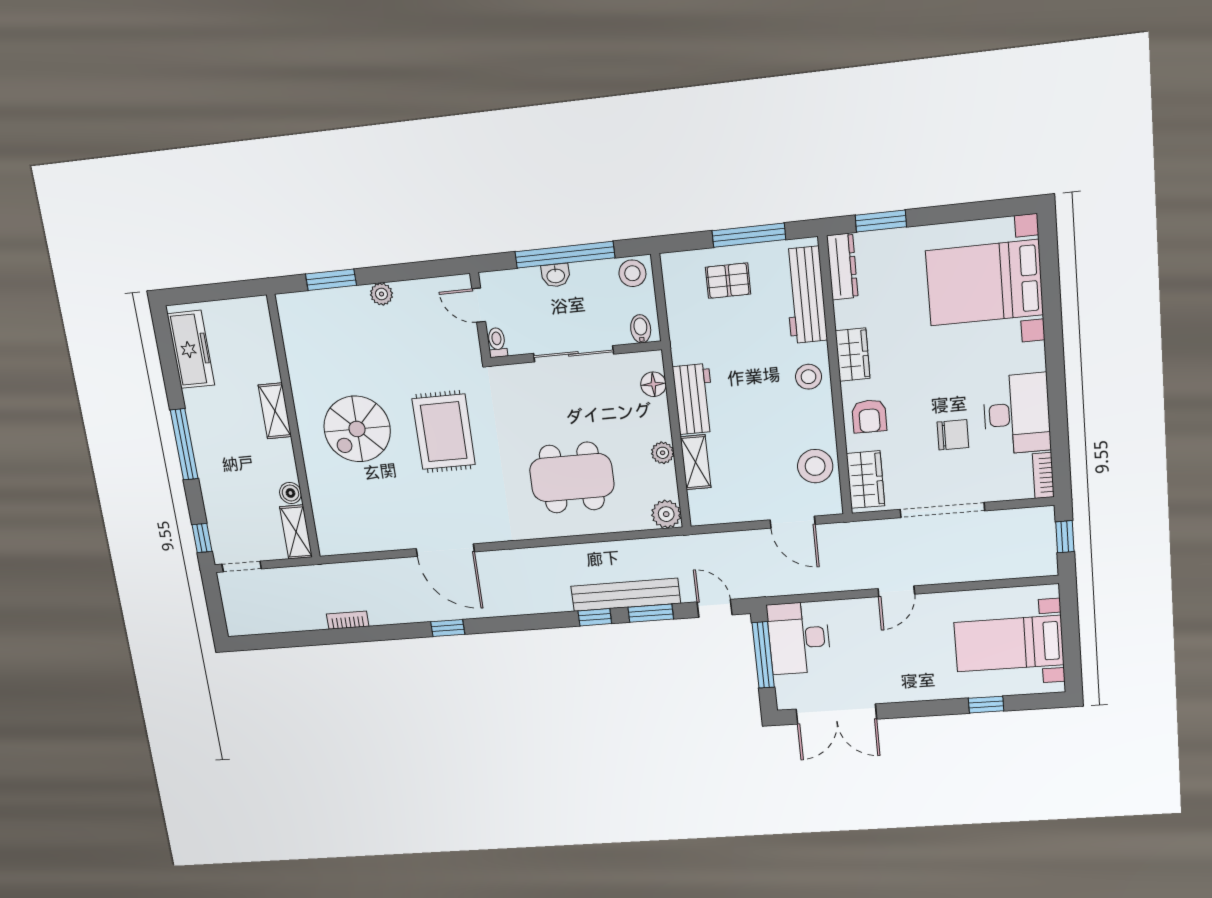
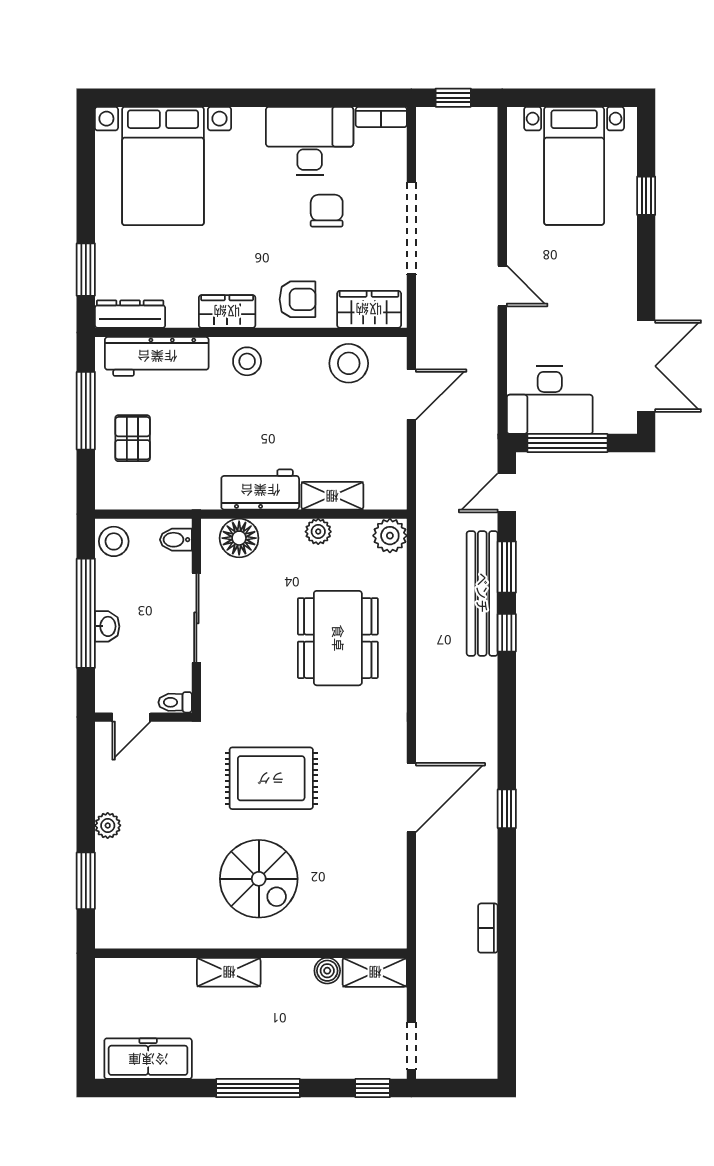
floor lamp: (653, 384) -> (239, 538), width x1.38, depth x1.38

